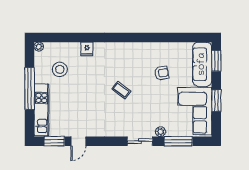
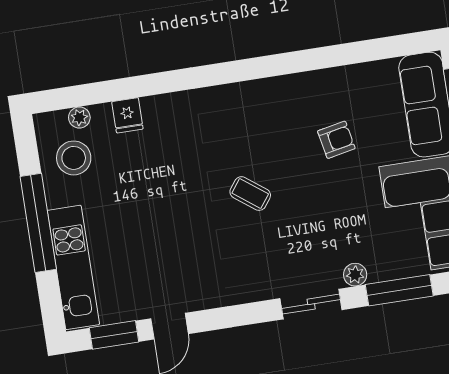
plant: (39, 47) -> (79, 117), moved
fridge: (87, 49) -> (127, 115), moved
stool: (60, 69) -> (74, 158), moved

